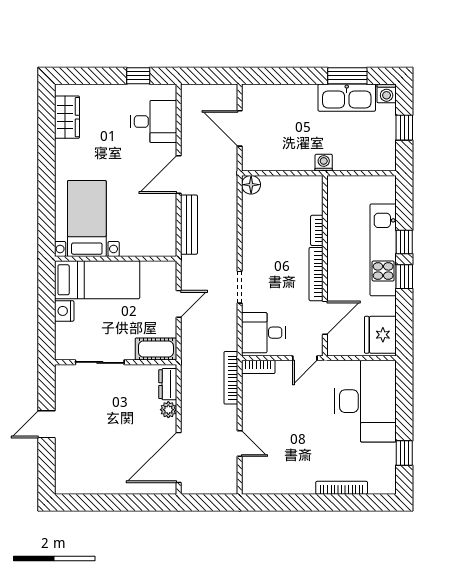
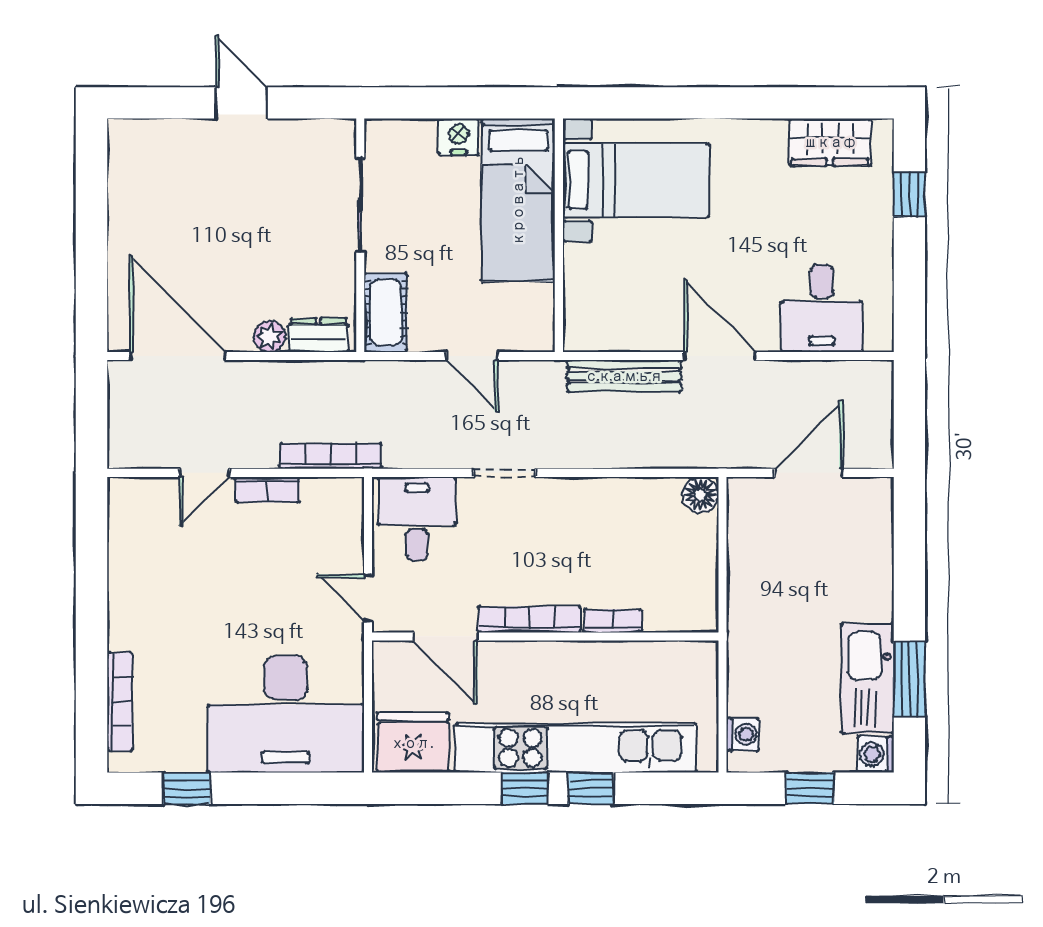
window: (138, 76) -> (909, 195), moved
washing machine: (324, 163) -> (743, 734), moved
kitchen unit: (383, 250) -> (576, 748), width x1.36
bookcase: (258, 367) -> (267, 490), moved, turned -90
bookcase: (342, 488) -> (120, 702), moved

